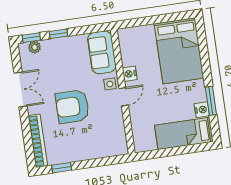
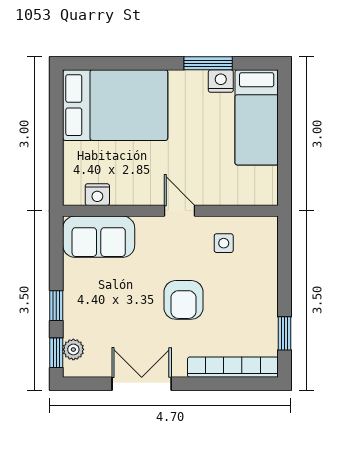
nightstand: (130, 74) -> (97, 195), moved
side table: (110, 84) -> (224, 243), moved
armchair: (72, 107) -> (183, 300), width x0.73, depth x0.73

